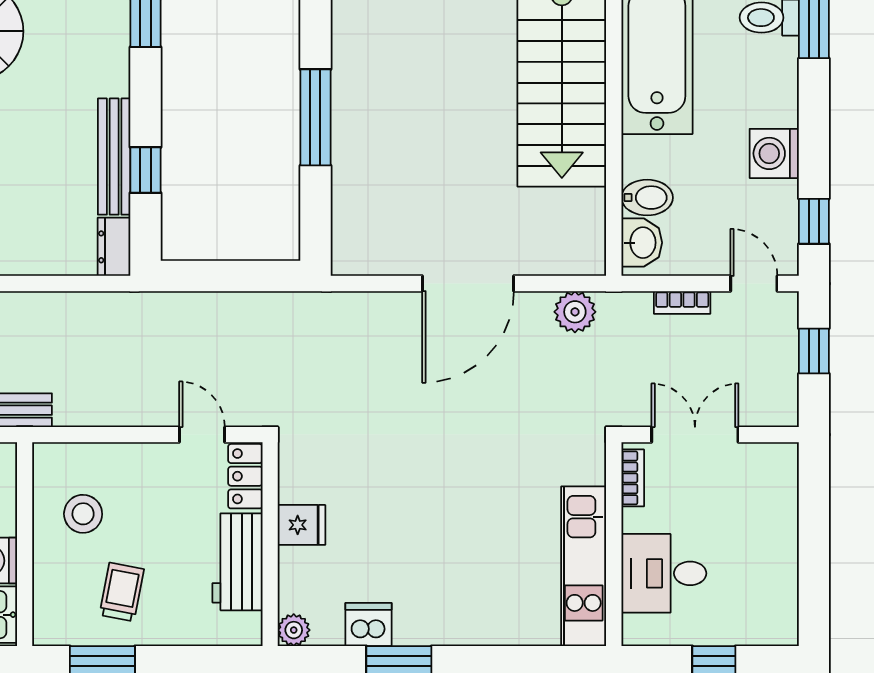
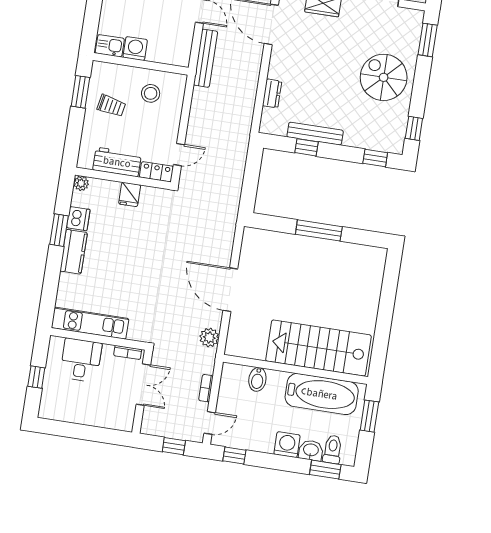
washing machine: (774, 153) -> (287, 445), moved
washbasin: (642, 243) -> (311, 450), moved, turned 180
dresser: (114, 247) -> (272, 93), moved, turned 90
kitchen counter: (440, 624) -> (74, 252), added

